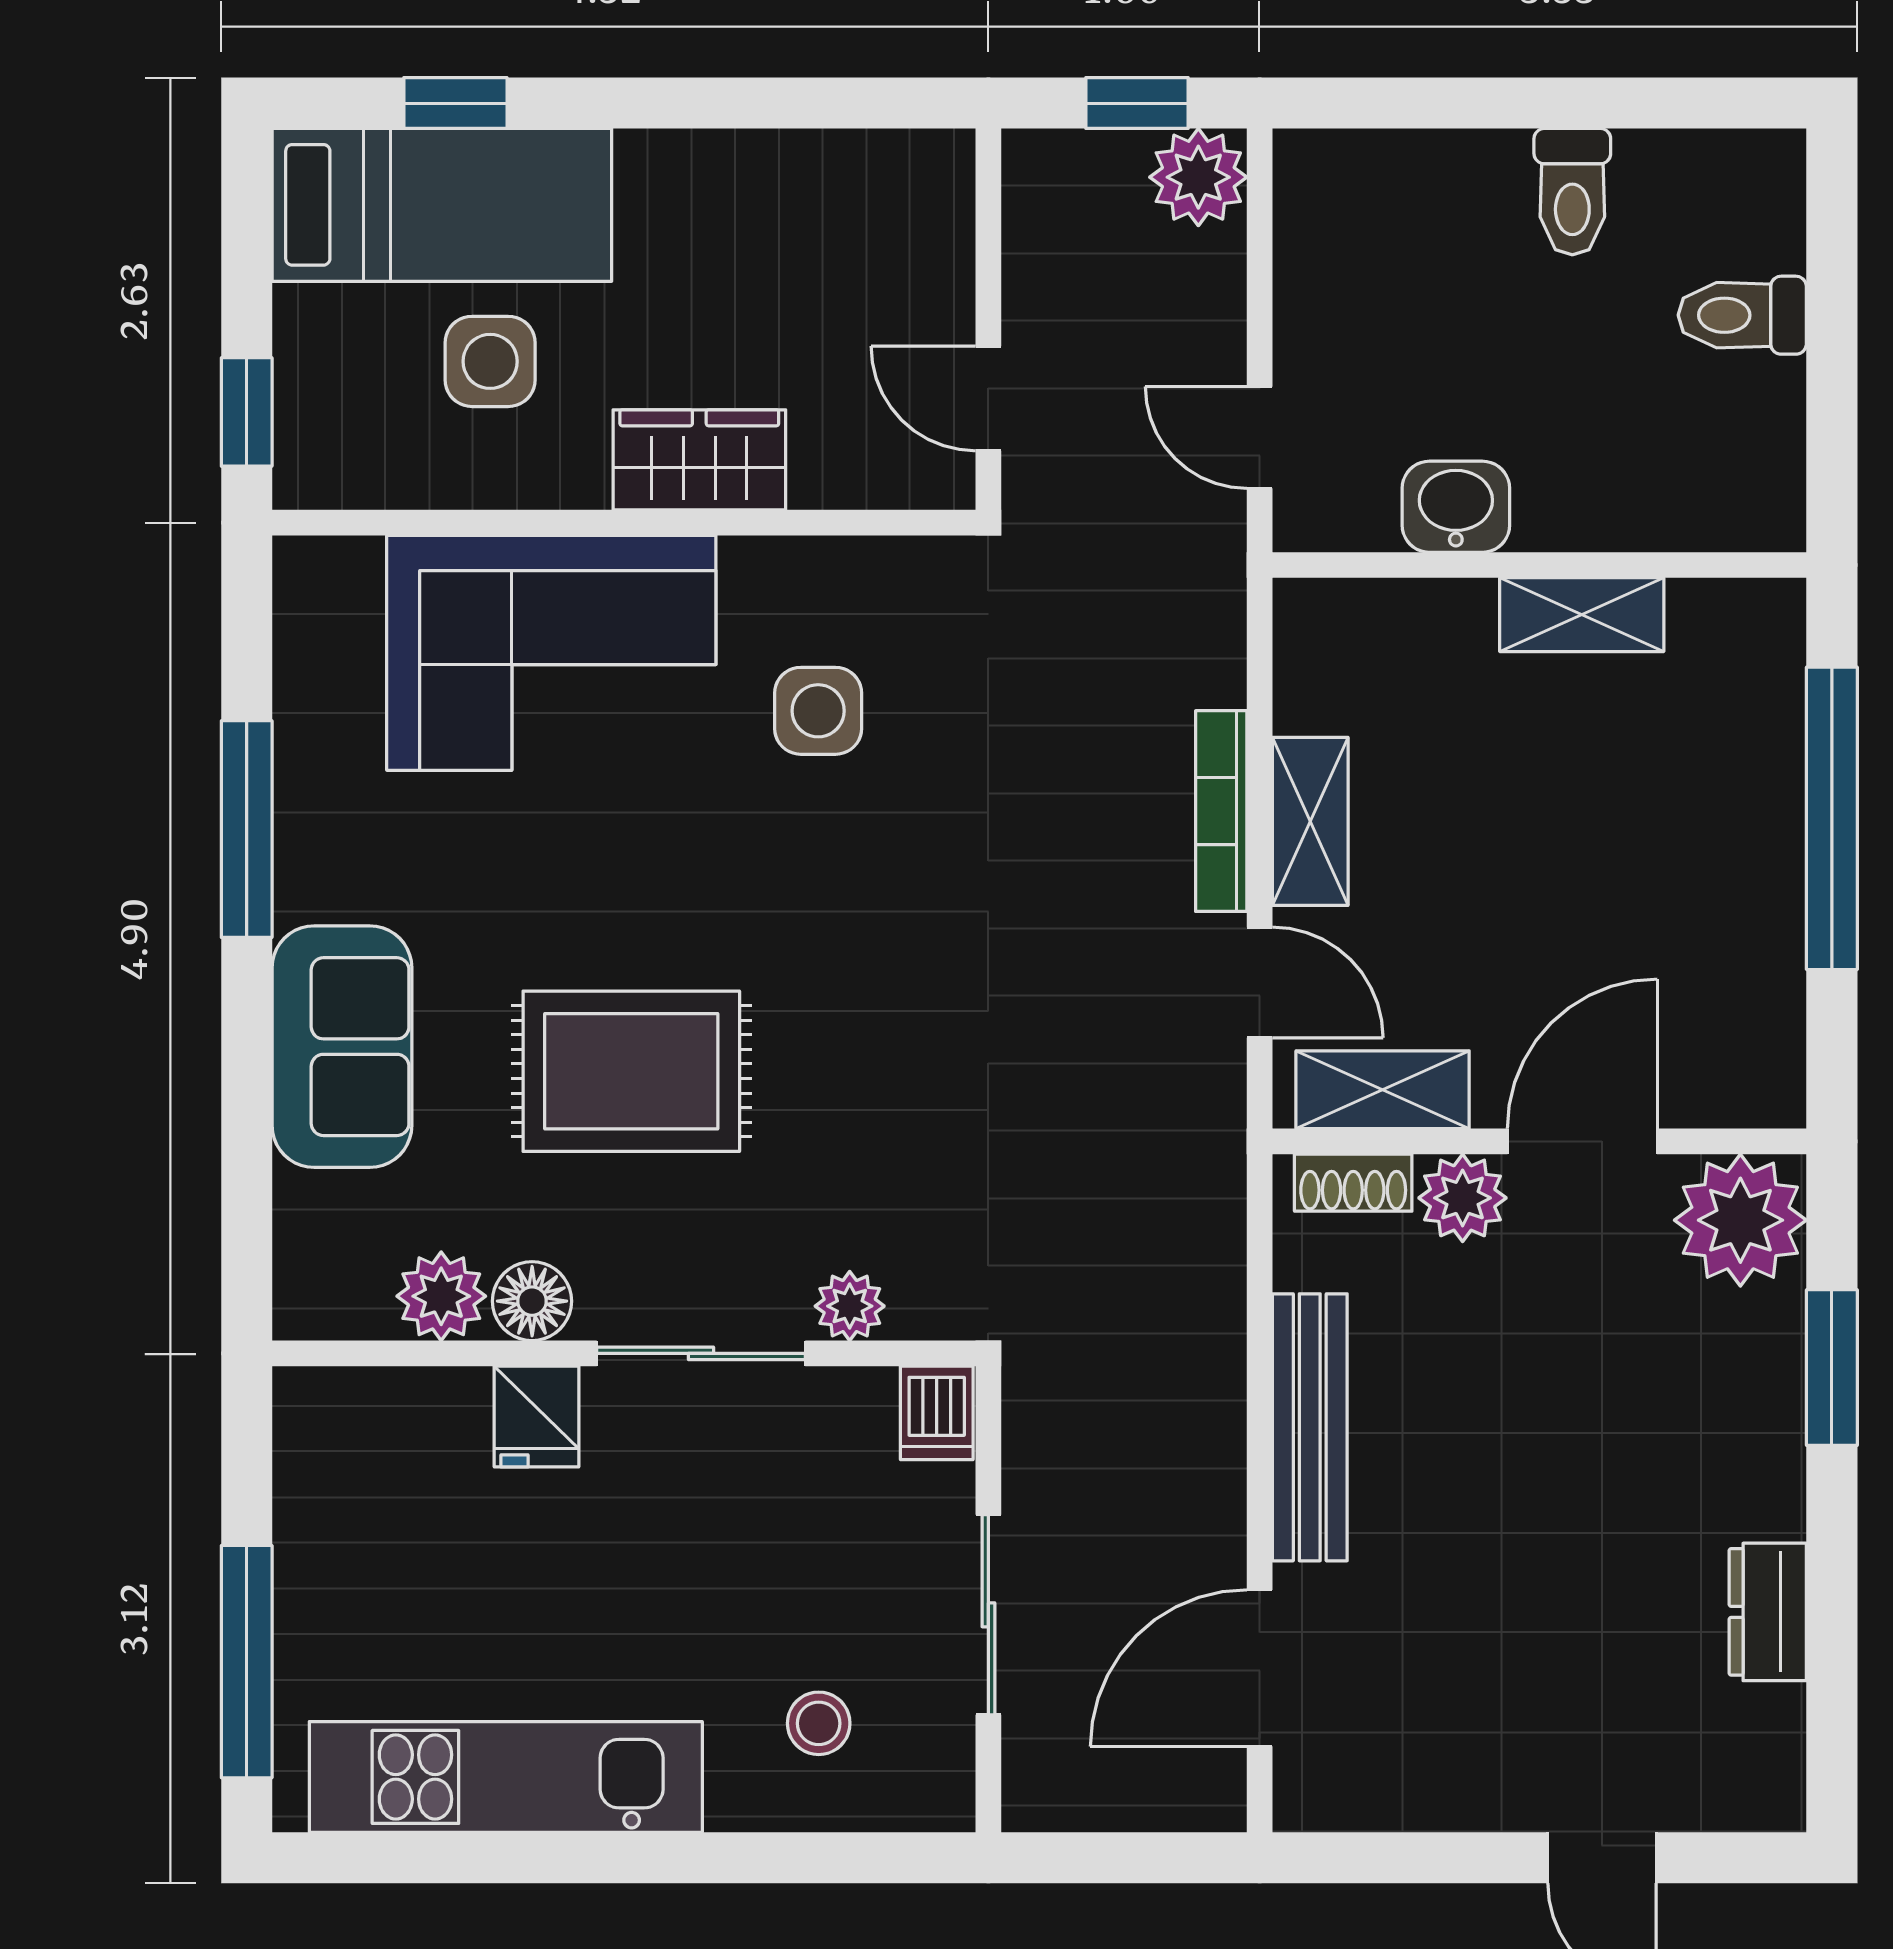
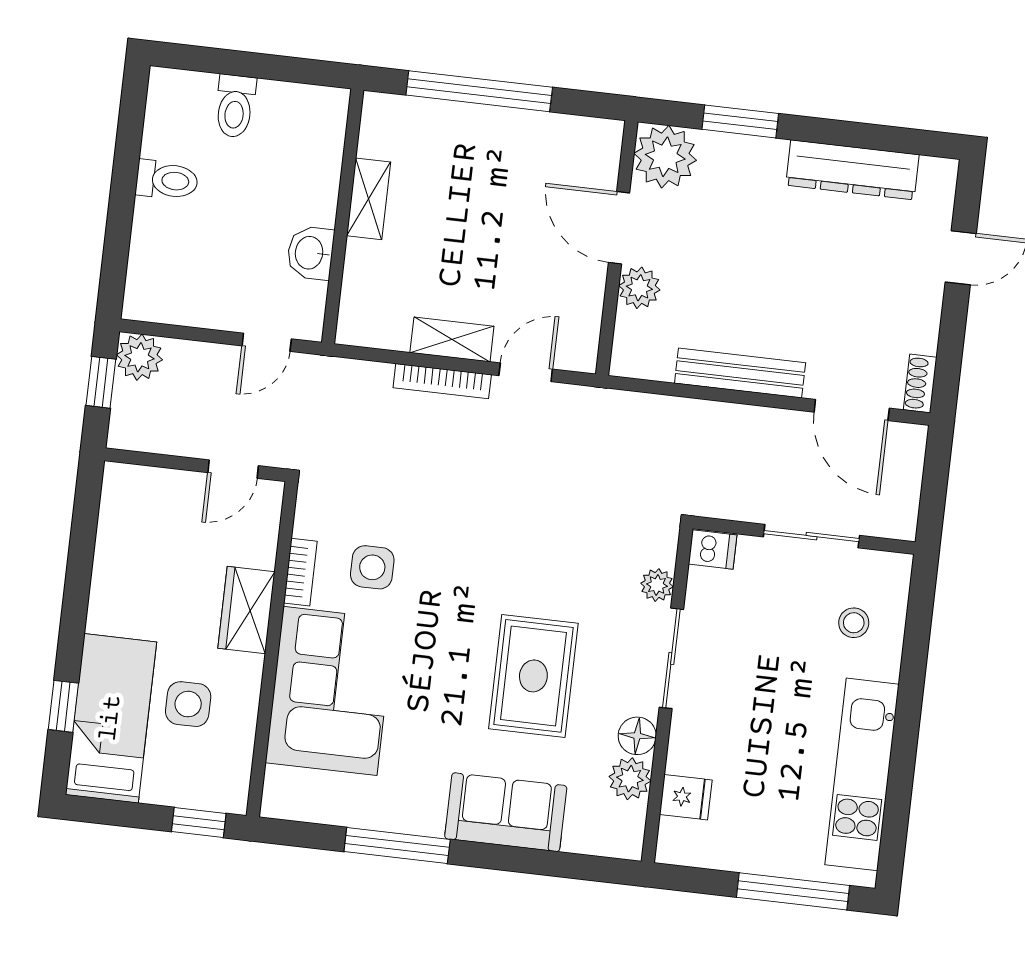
bookcase: (791, 563) -> (300, 572), added
shelving: (1383, 1090) -> (584, 320), removed
shoe rack: (1353, 1183) -> (920, 384), moved, turned 180
fridge: (536, 1417) -> (686, 797), moved
dresser: (1768, 1612) -> (852, 170), width x1.96, depth x1.24

